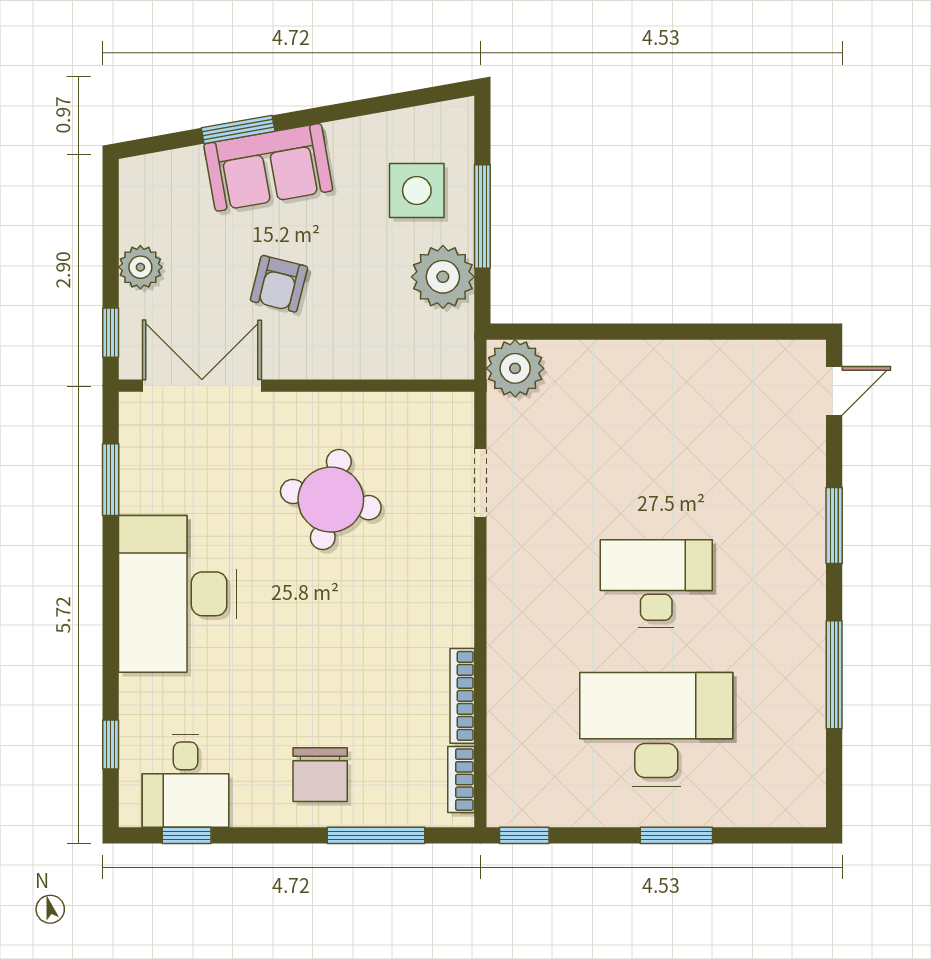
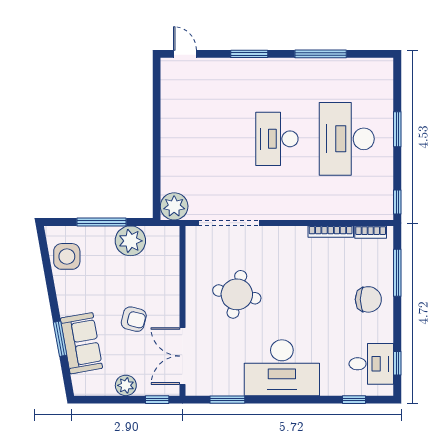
sofa: (268, 167) -> (81, 343), moved
side table: (417, 190) -> (67, 256), moved
doorway: (480, 483) -> (229, 223), width x1.88

